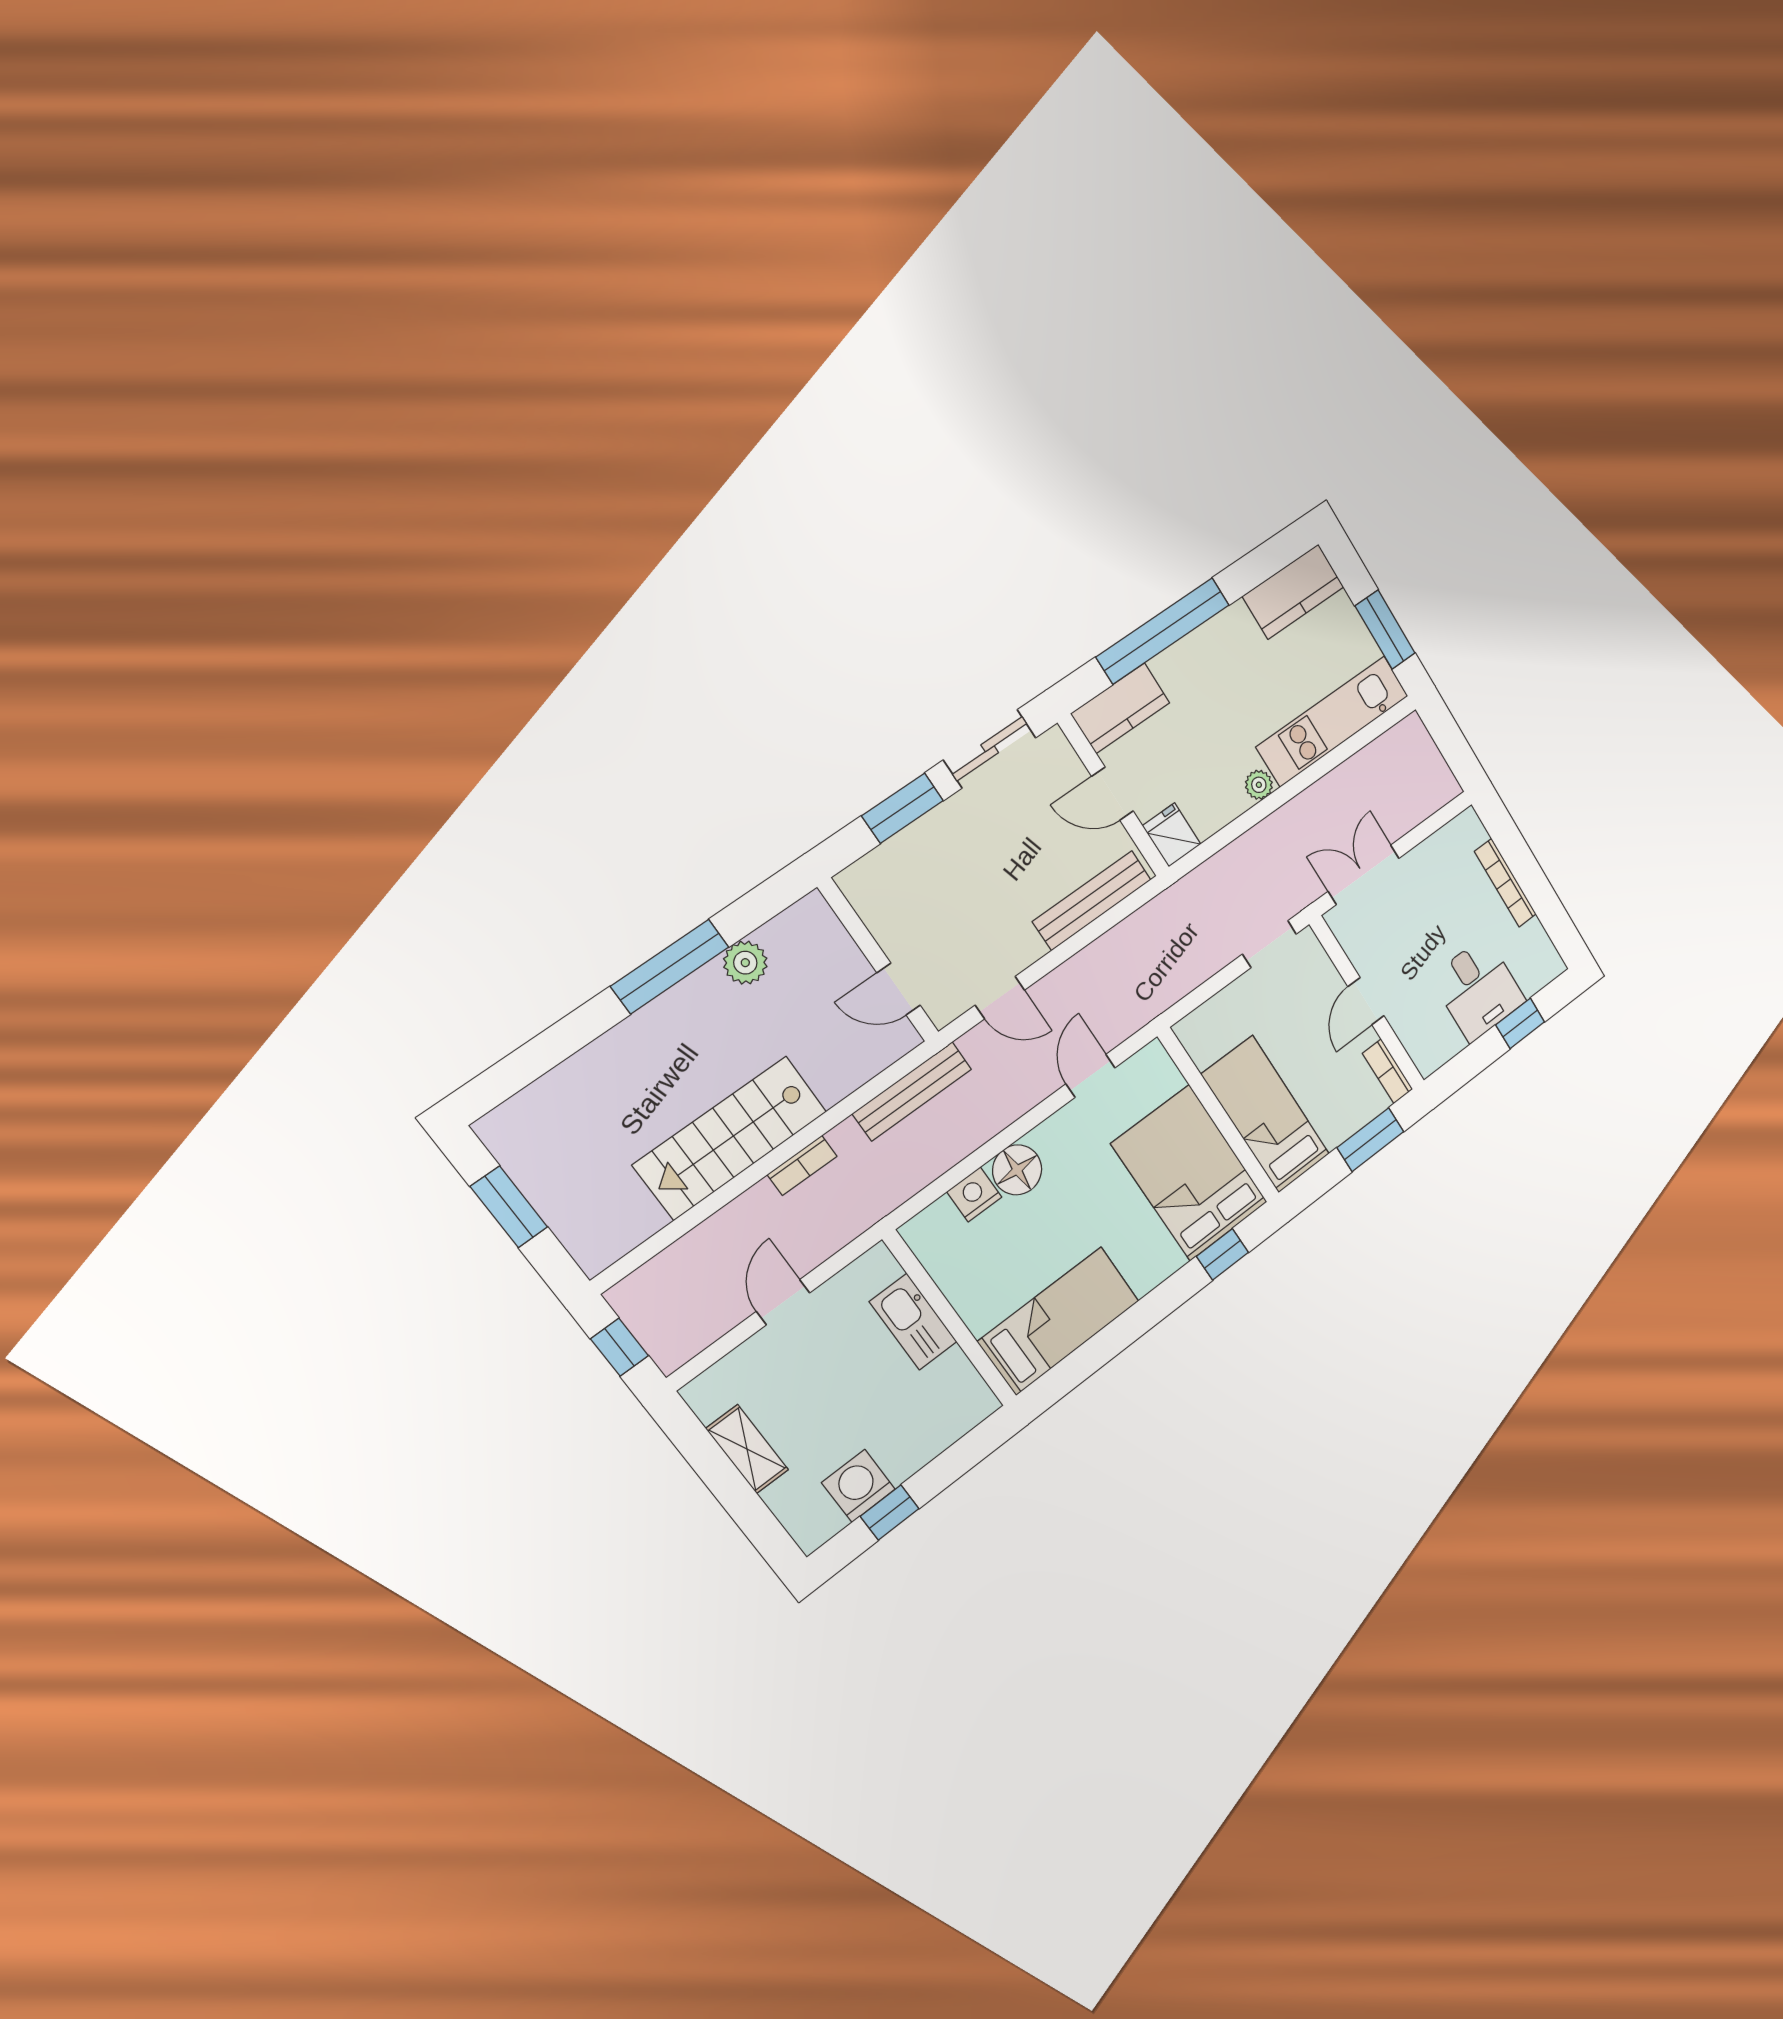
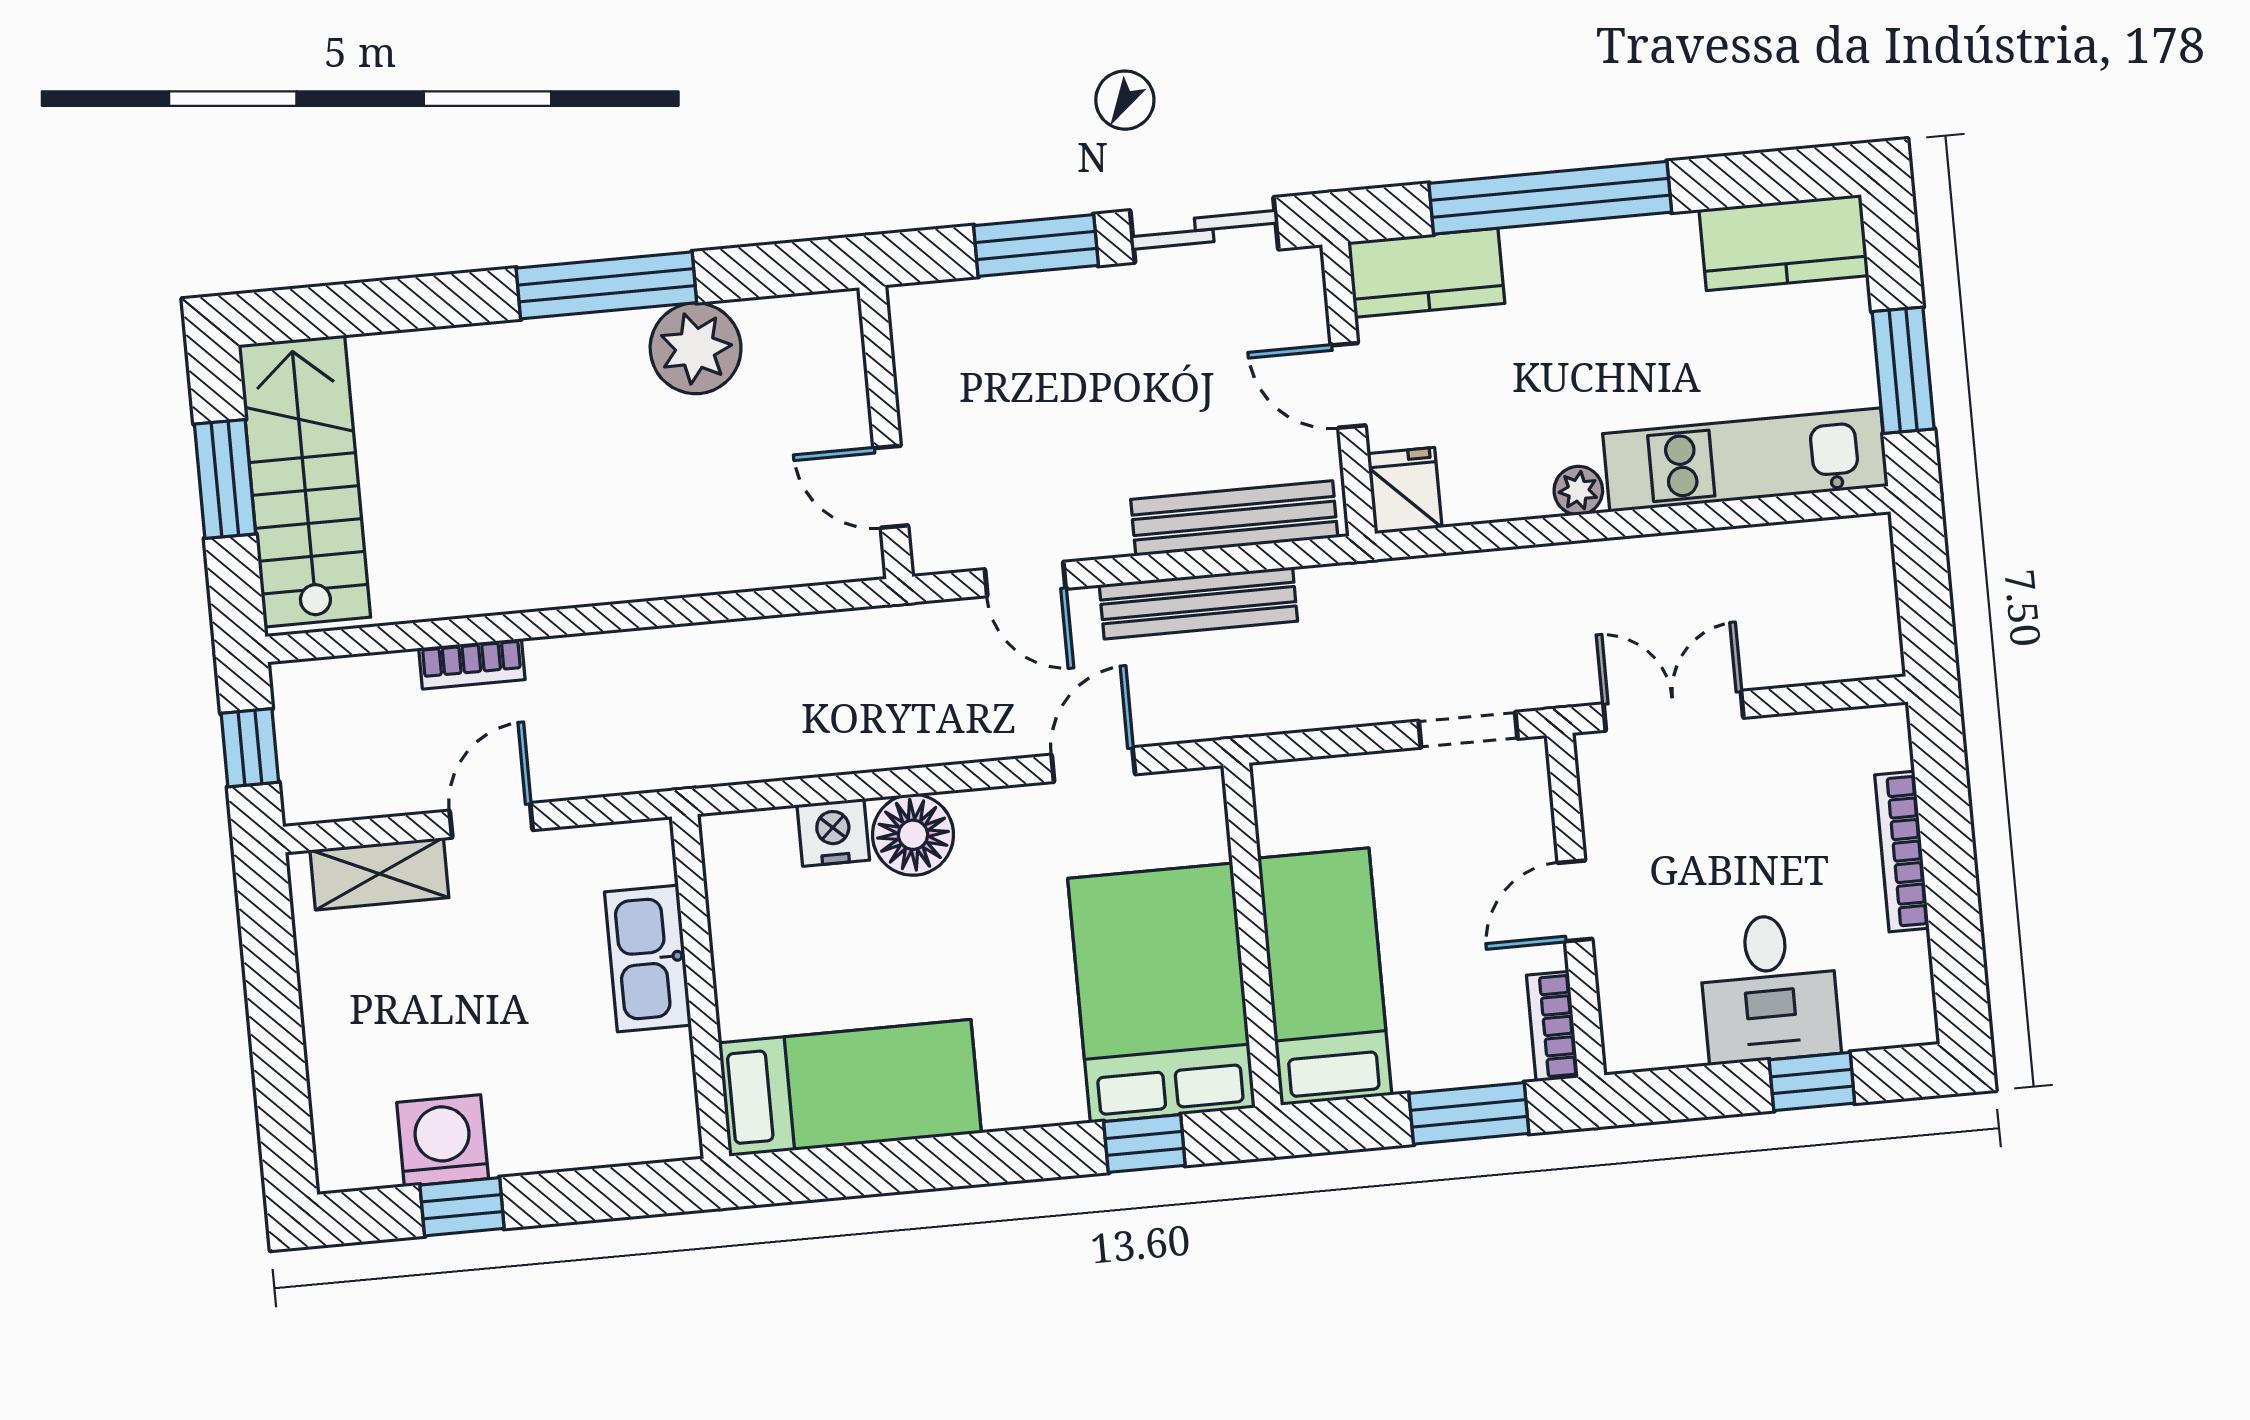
plant: (745, 963) -> (696, 348), width x1.36, depth x1.36
bench: (912, 1091) -> (1198, 603), moved
stairs: (730, 1138) -> (304, 481), moved, turned 90
bookcase: (802, 1165) -> (472, 664), moved
shelving: (747, 1449) -> (379, 874), moved, turned 90

